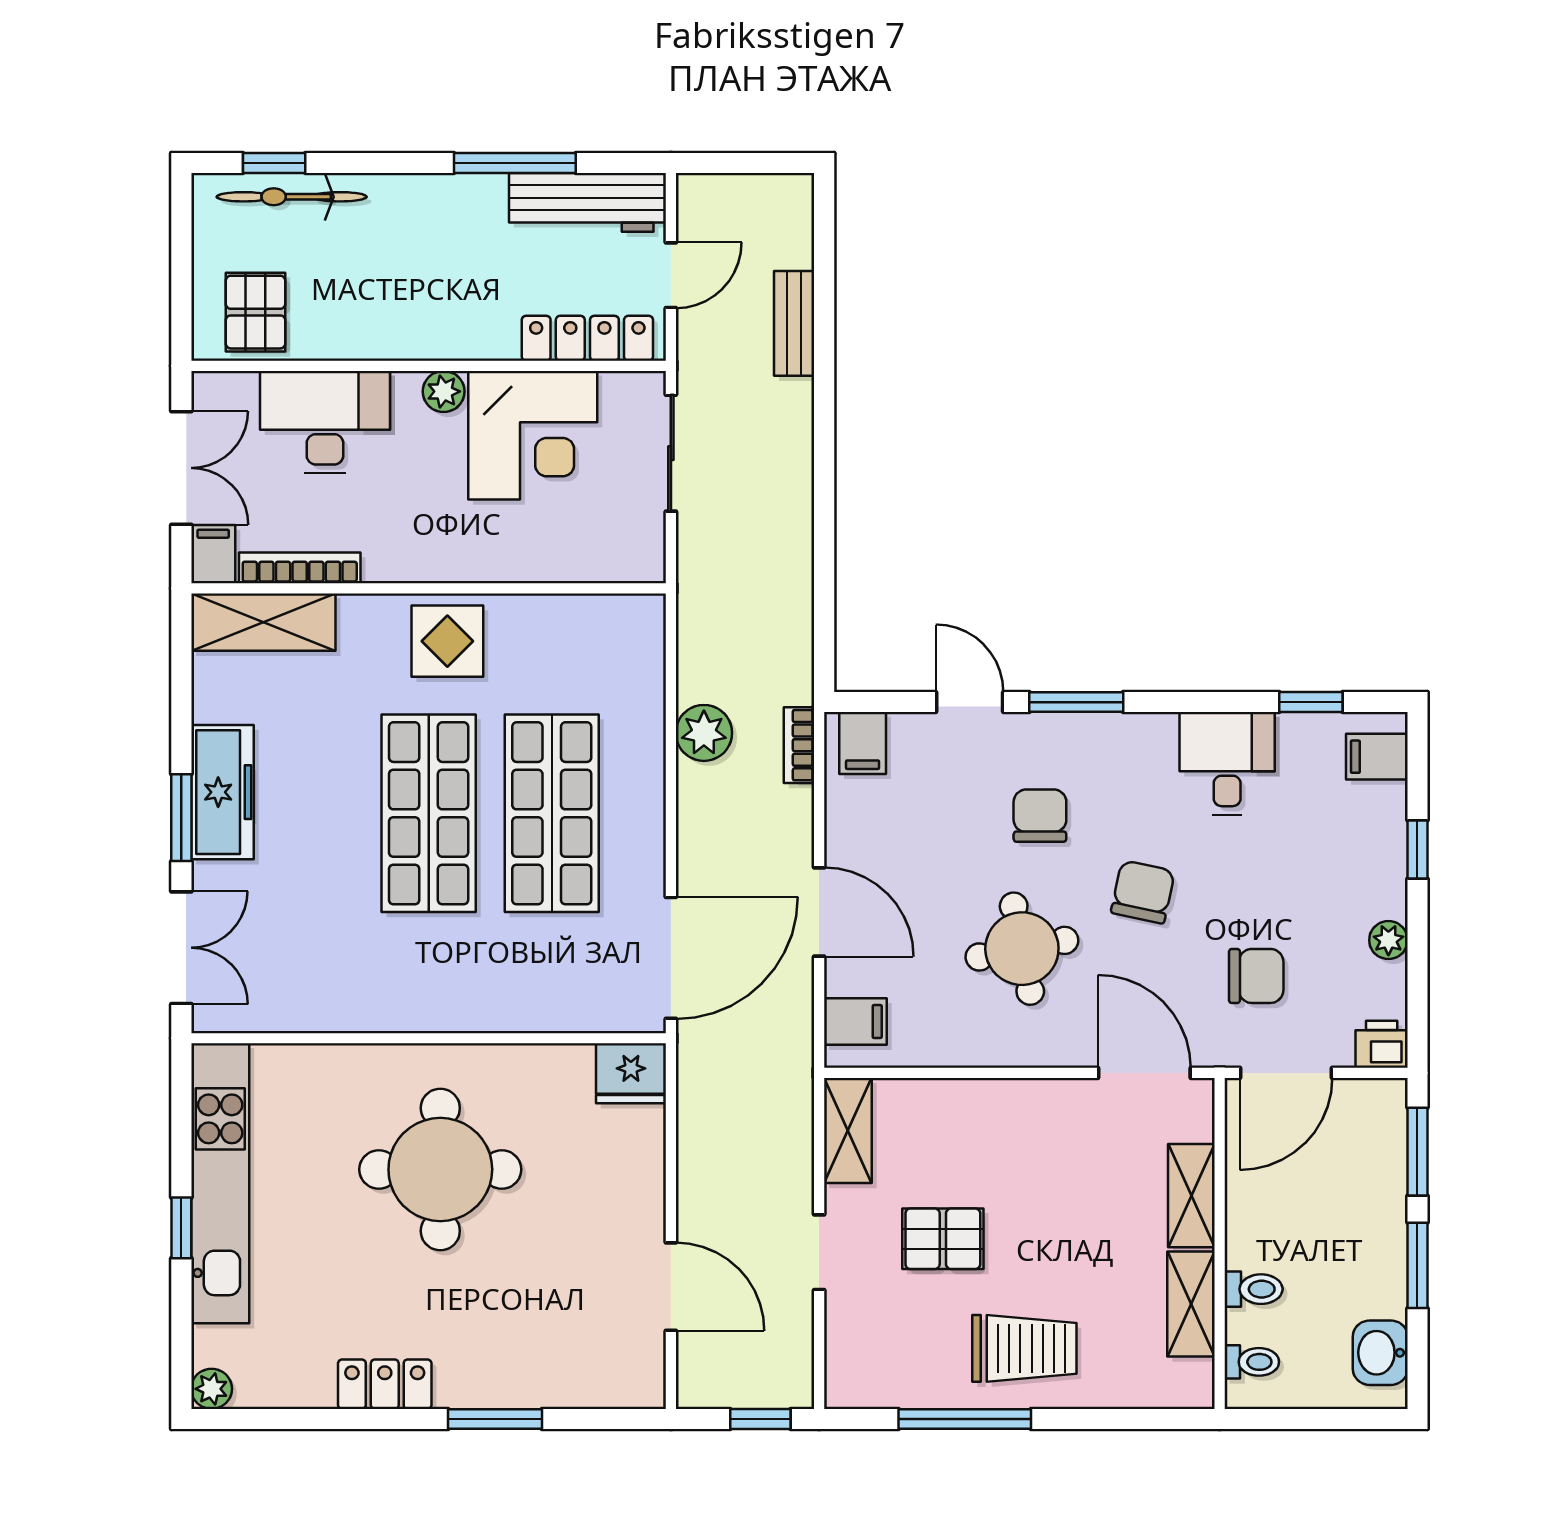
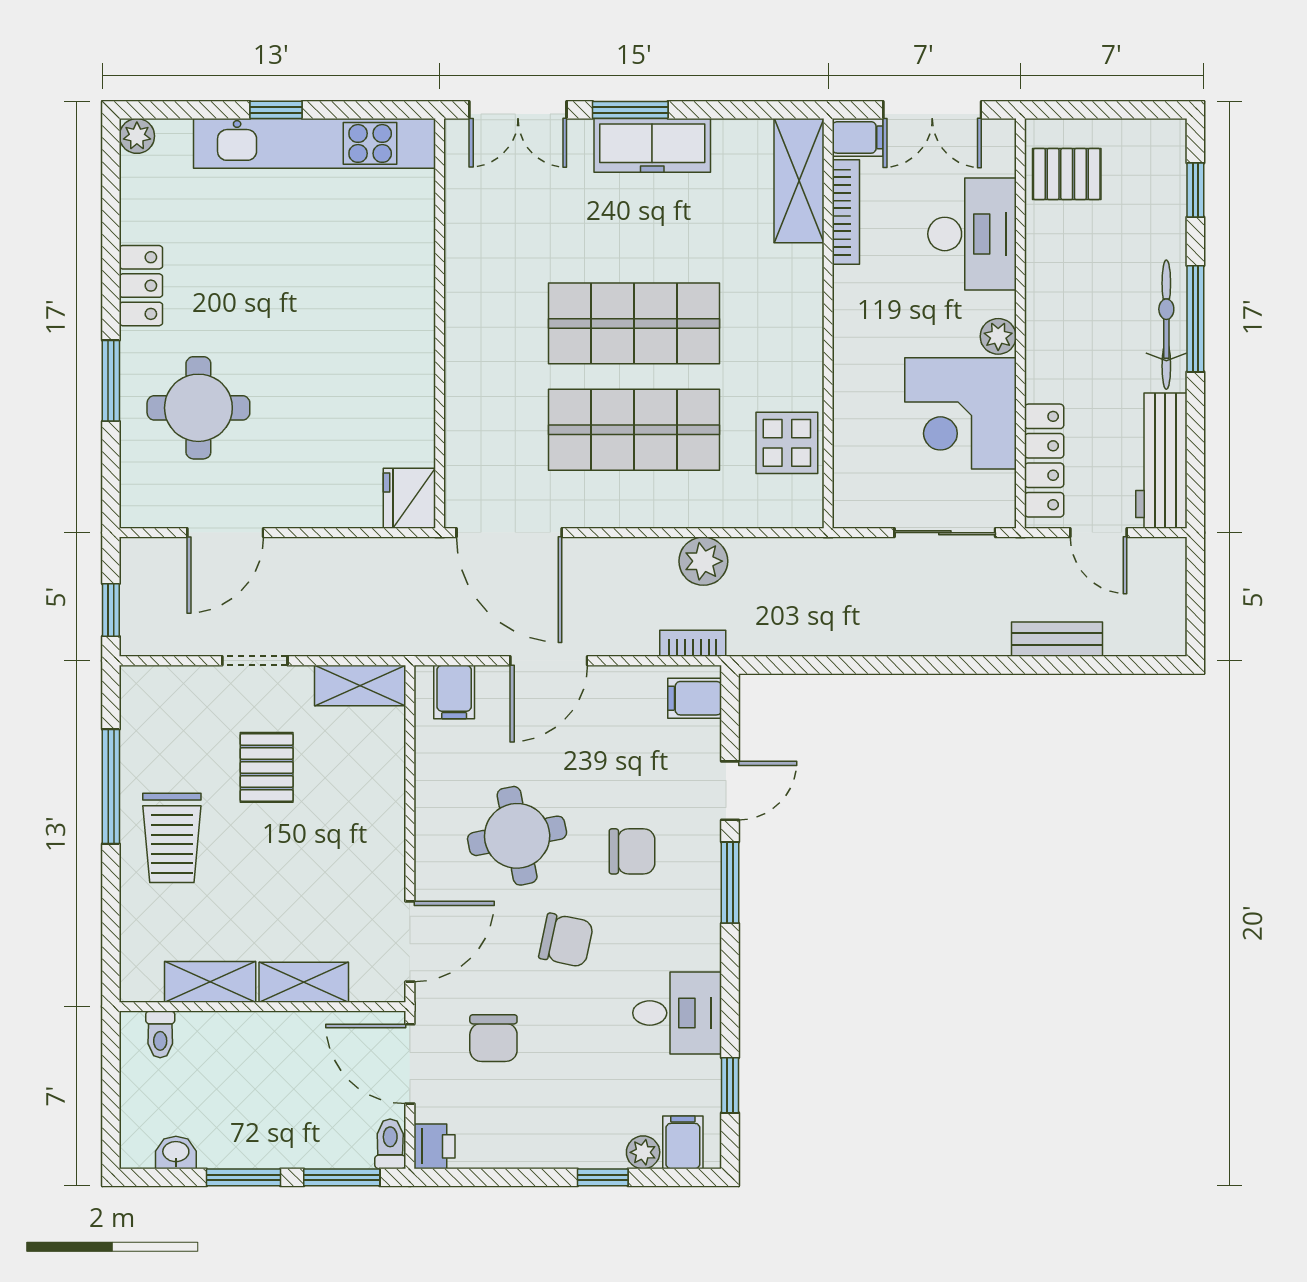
window: (515, 163) -> (1195, 319), moved
bicycle: (292, 197) -> (1166, 325), moved
display table: (447, 641) -> (787, 443), moved
plant: (1388, 940) -> (643, 1152), moved
round table: (440, 1169) -> (198, 408), moved, width x0.73, depth x0.73
toilet: (1254, 1289) -> (390, 1144), moved, turned 180
washbasin: (1380, 1353) -> (176, 1153), width x0.72, depth x0.69

